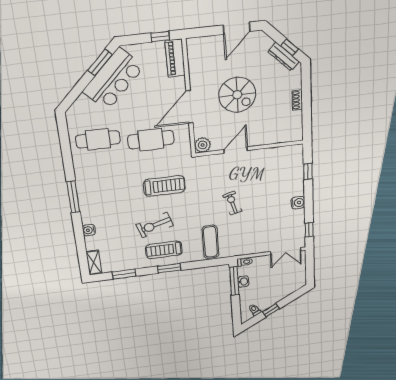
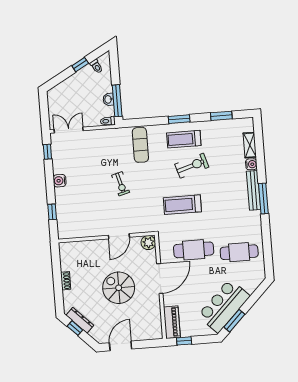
bench: (85, 204) -> (253, 190), added
treadmill: (164, 250) -> (184, 139), turned 180
shelving: (94, 263) -> (250, 145), moved

